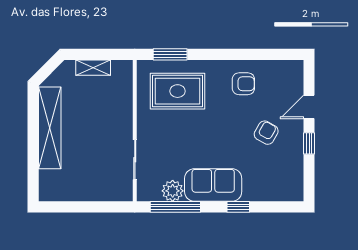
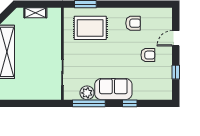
armchair: (266, 133) -> (148, 55), turned 61
window: (309, 143) -> (176, 72), moved

